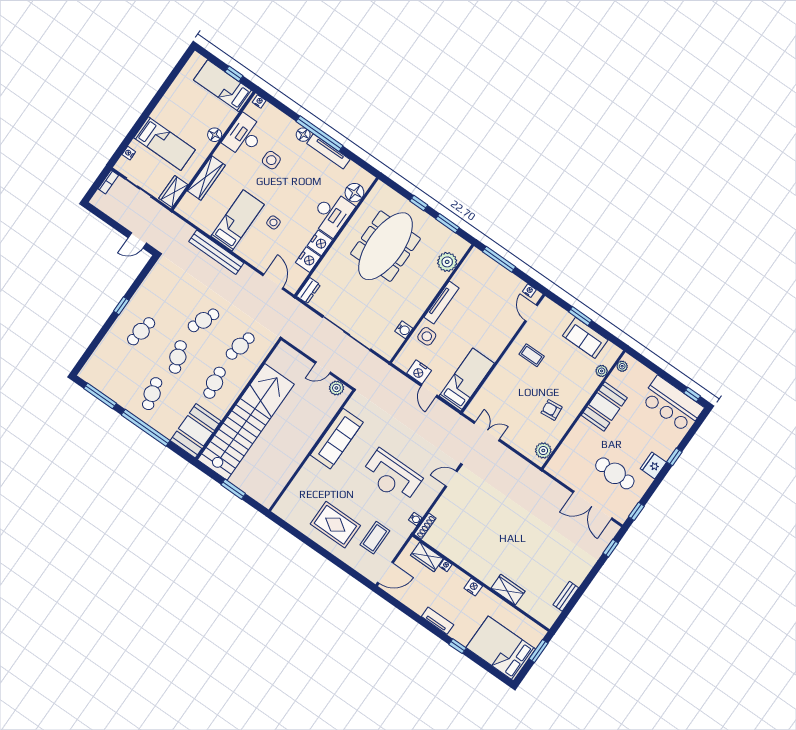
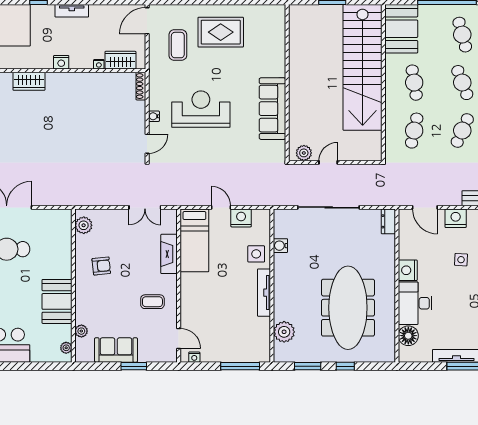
nightstand: (308, 260) -> (456, 218), moved, turned 90
fireplace: (493, 383) -> (169, 254), added
water cooler: (415, 519) -> (154, 116), moved

